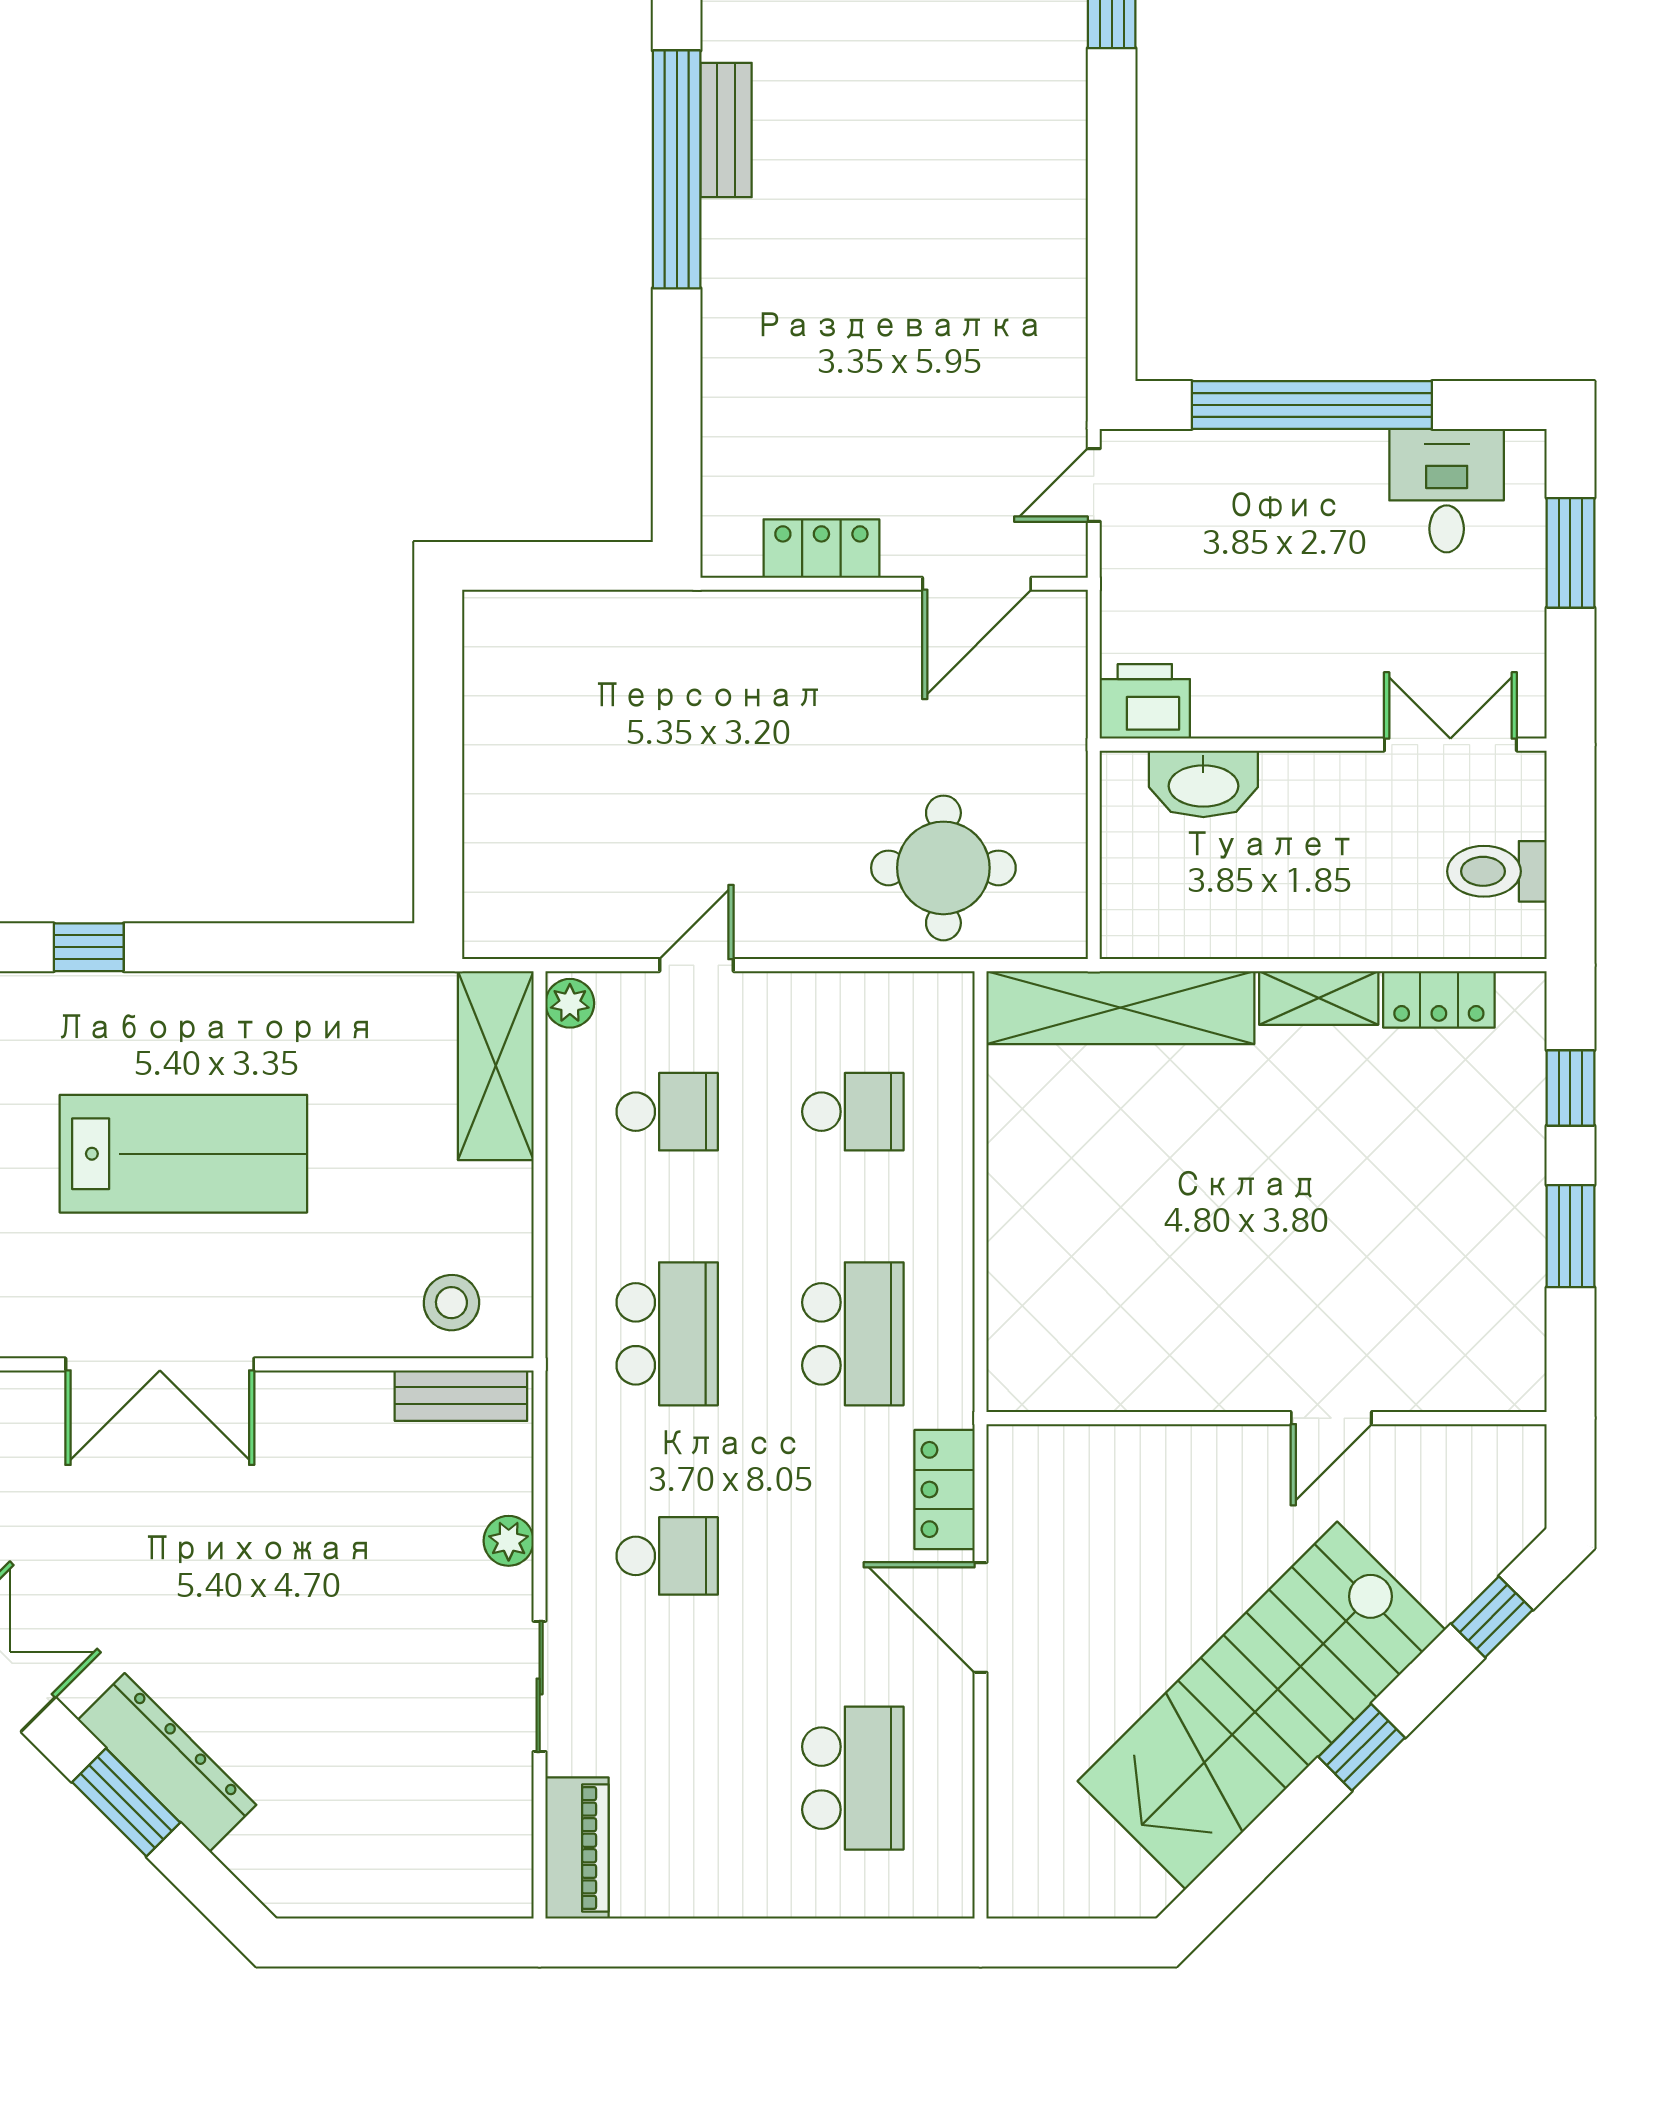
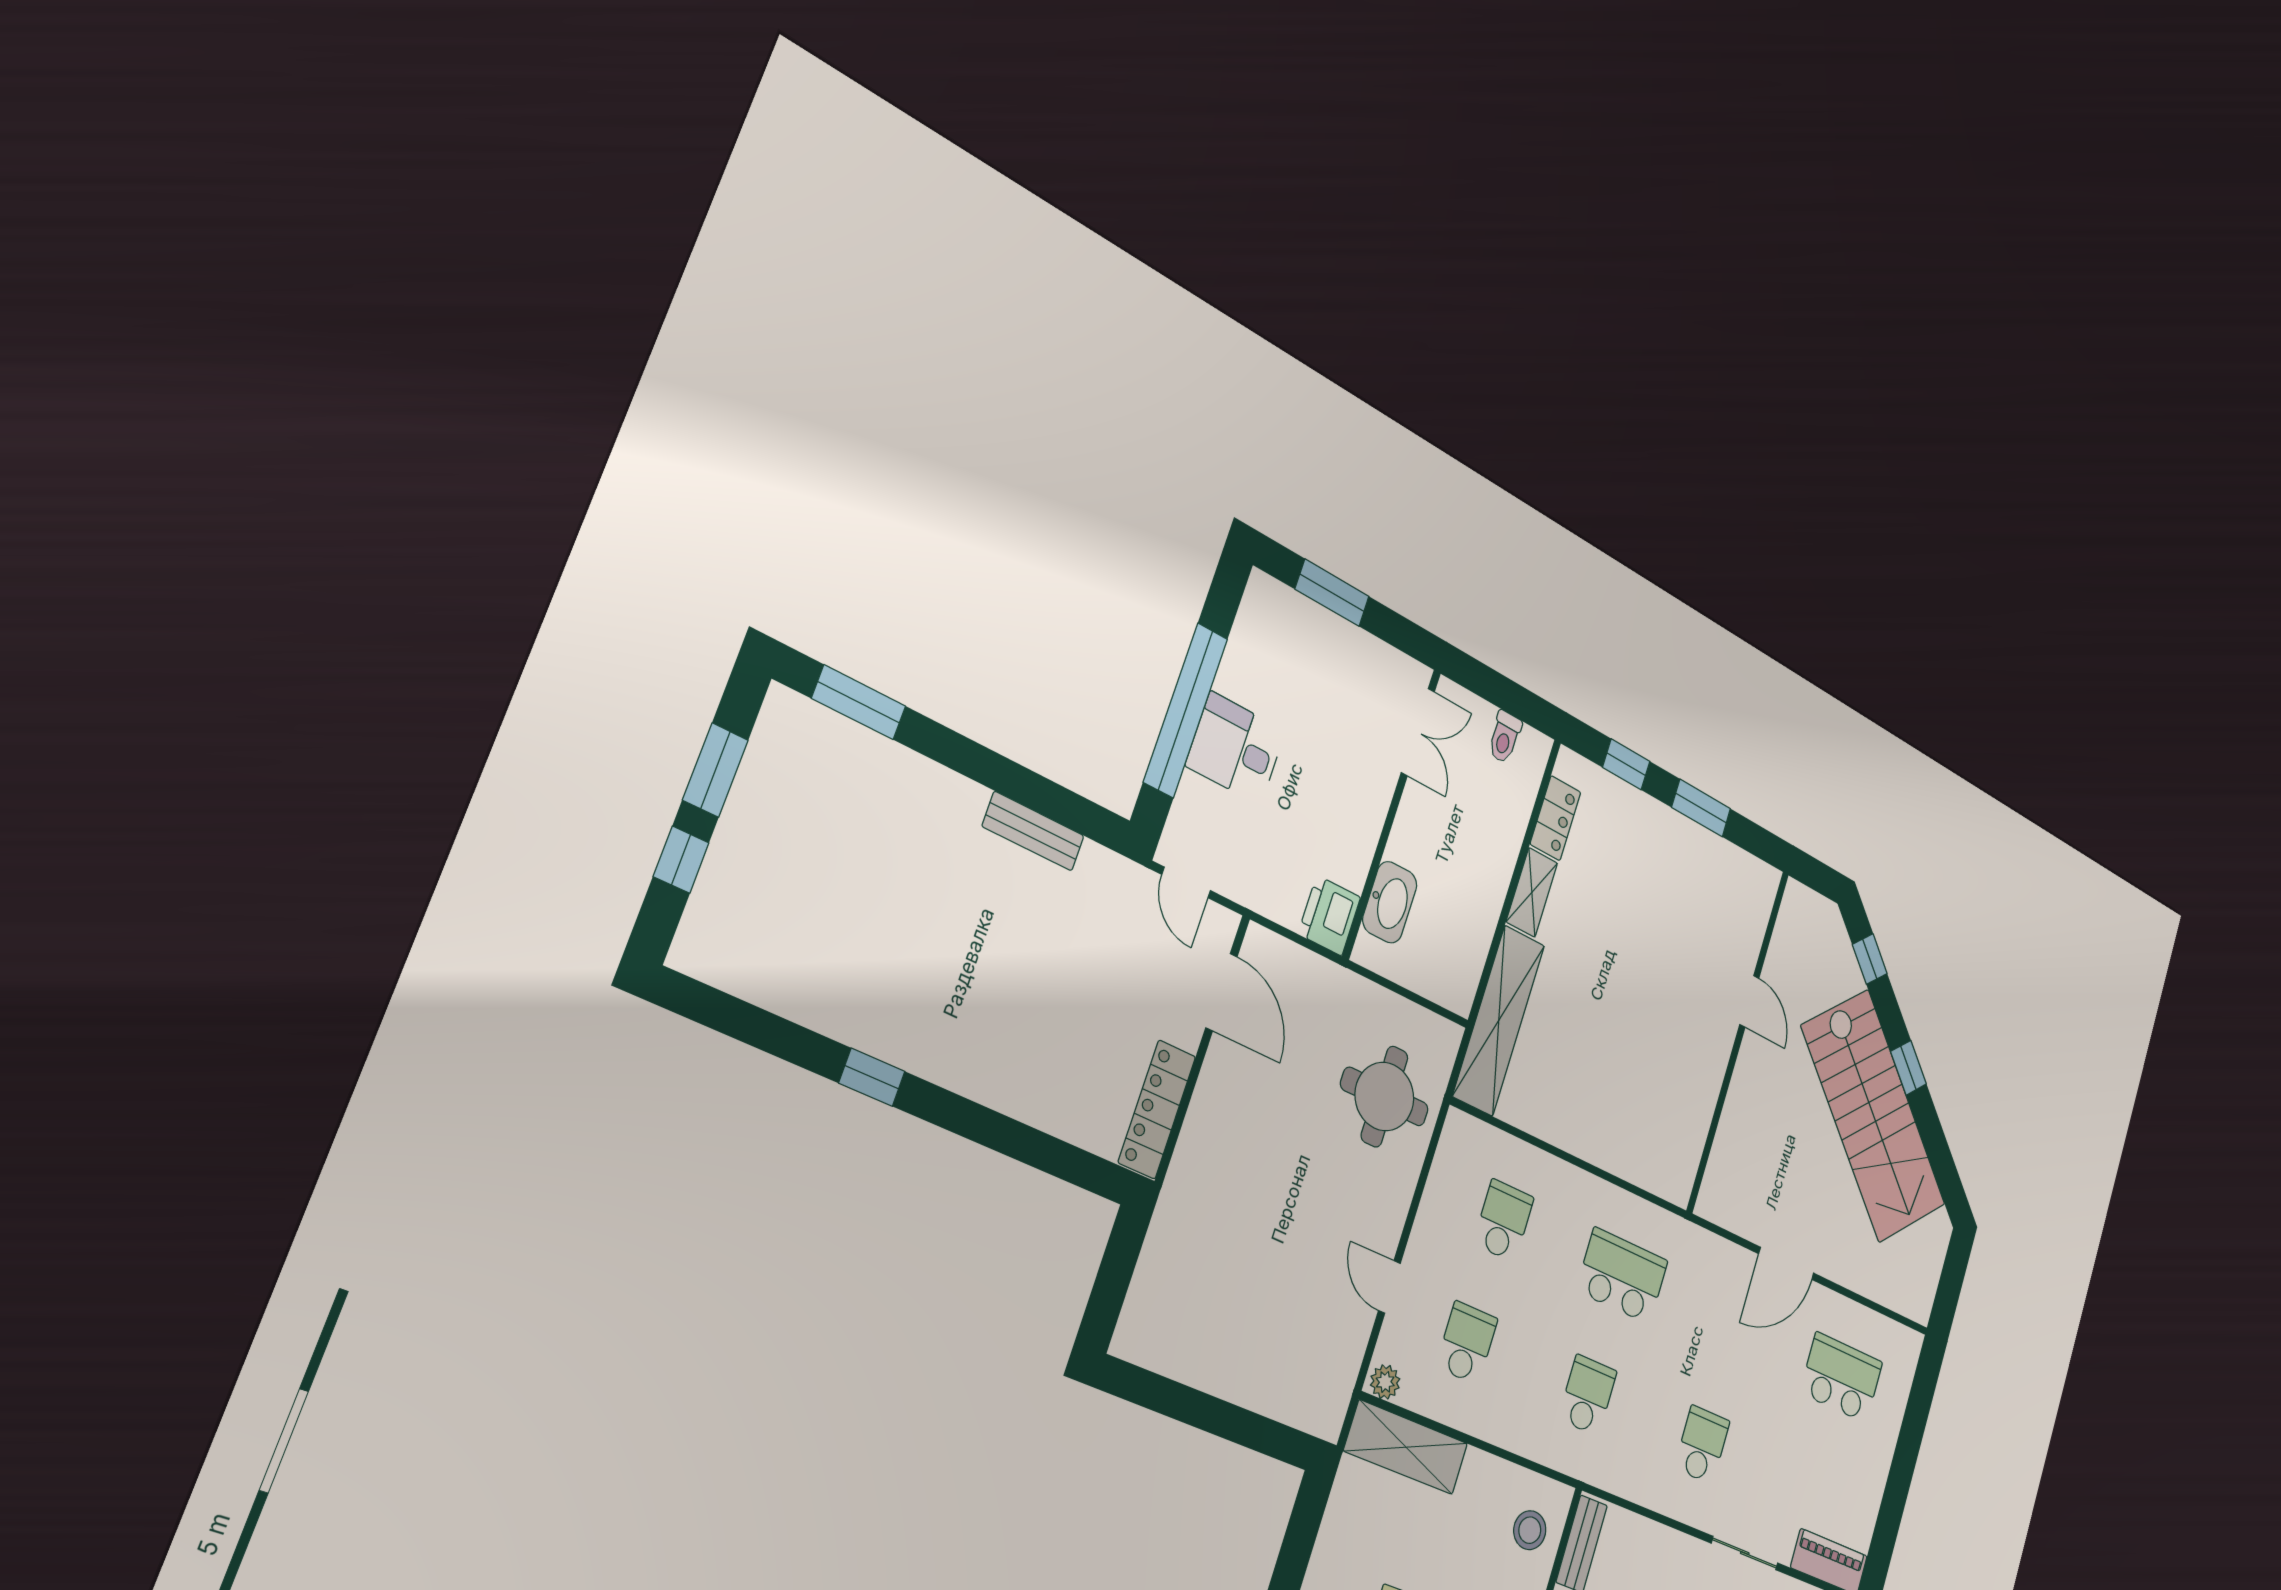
bench: (726, 130) -> (1033, 831), moved
window: (677, 169) -> (872, 1077), width x0.32
desk: (1447, 491) -> (1236, 748), moved
locker: (821, 549) -> (1157, 1109), width x1.53
double door: (1450, 745) -> (1418, 732), swing flipped
toilet: (1497, 871) -> (1505, 737), width x0.73, depth x0.72
school desk: (667, 1334) -> (1588, 1395), width x0.54
locker: (944, 1490) -> (1718, 1255), removed
plant: (509, 1541) -> (1666, 1543), removed

